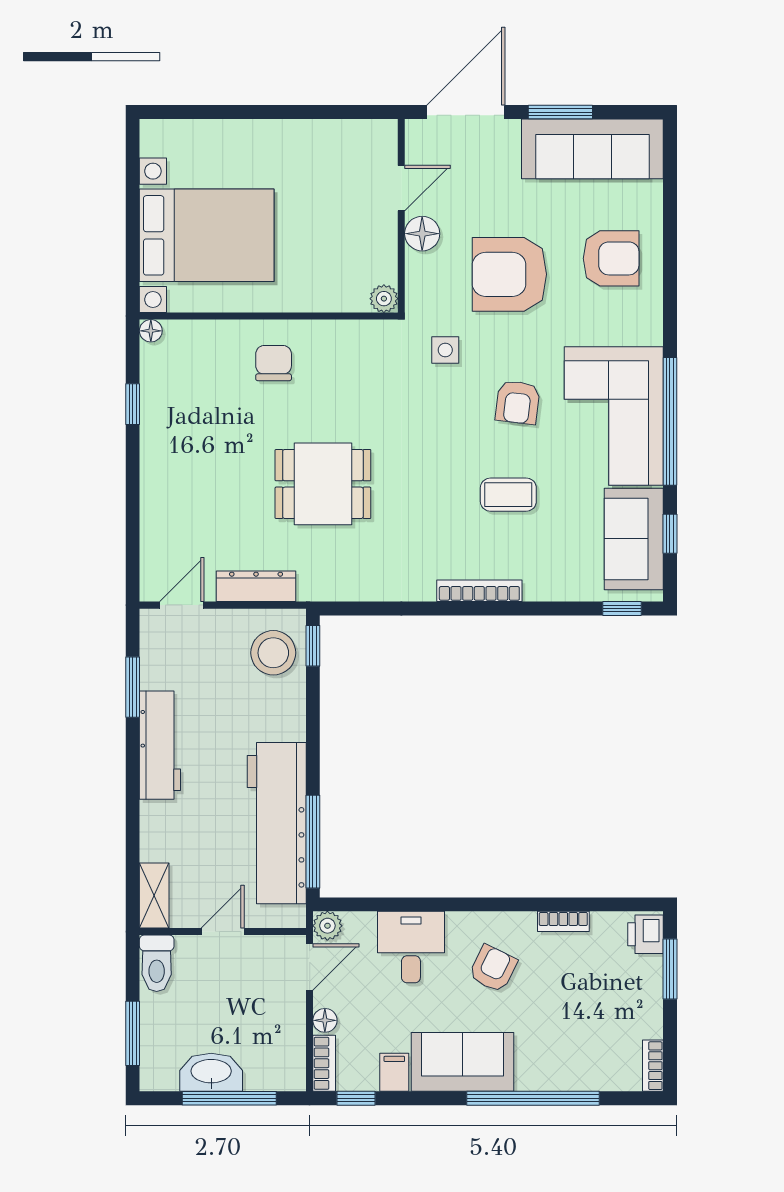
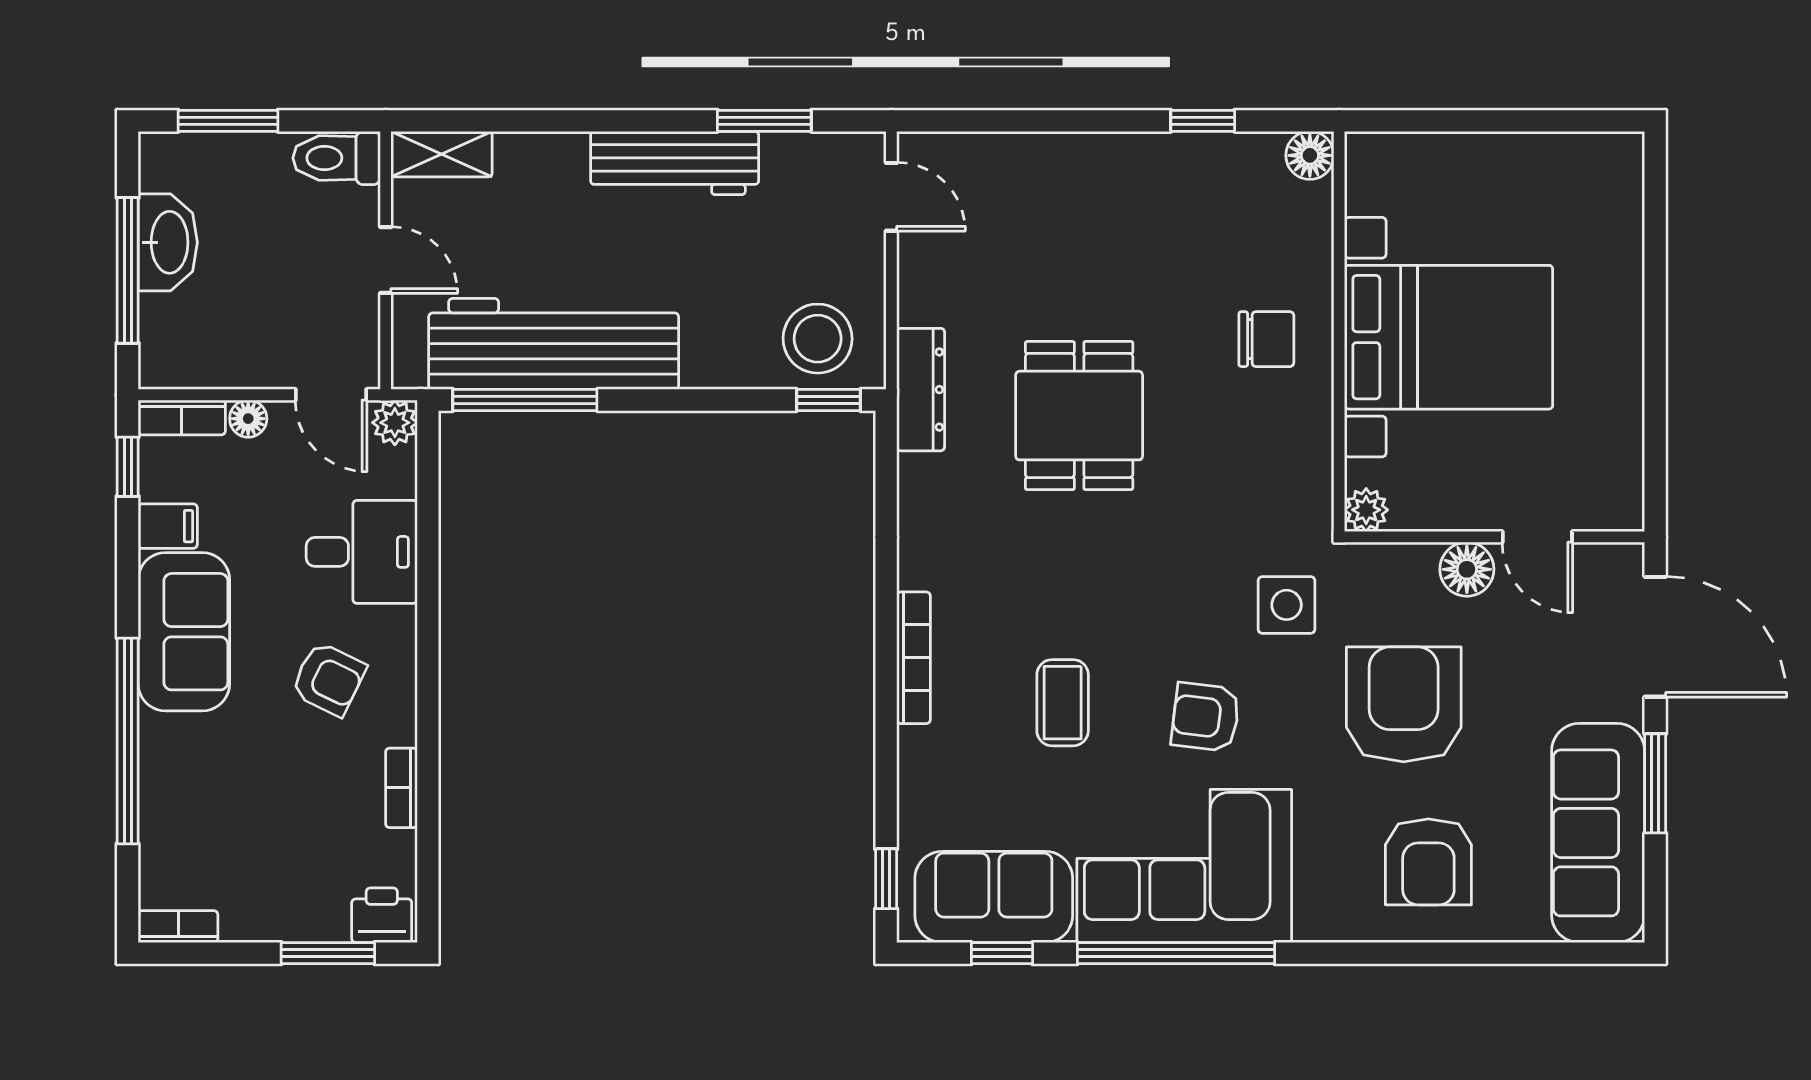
bed with nightstands: (207, 235) -> (1449, 337), moved, turned -90
floor lamp: (151, 331) -> (1310, 155), width x1.37, depth x1.37
side table: (445, 350) -> (1287, 605), width x1.37, depth x1.37
dresser: (256, 586) -> (921, 390), moved

